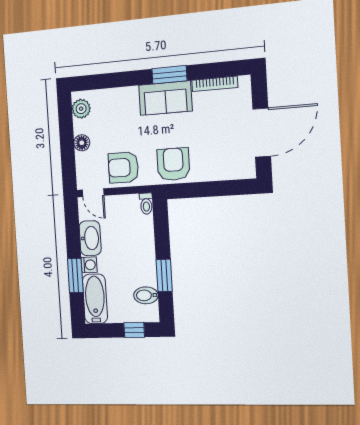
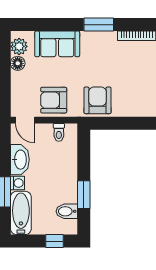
sofa: (165, 98) -> (57, 44), moved
floor lamp: (82, 143) -> (18, 63), moved
toilet: (146, 204) -> (59, 132), moved

